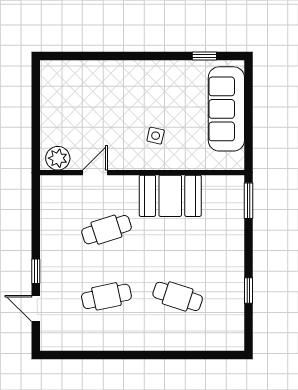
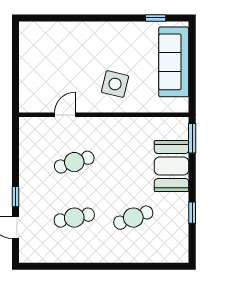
side table: (156, 136) -> (115, 84), width x1.87, depth x1.87
plant: (58, 158) -> (34, 103), removed
booth: (170, 196) -> (172, 166), moved, turned 90
cafe table: (178, 296) -> (133, 218), turned -39

